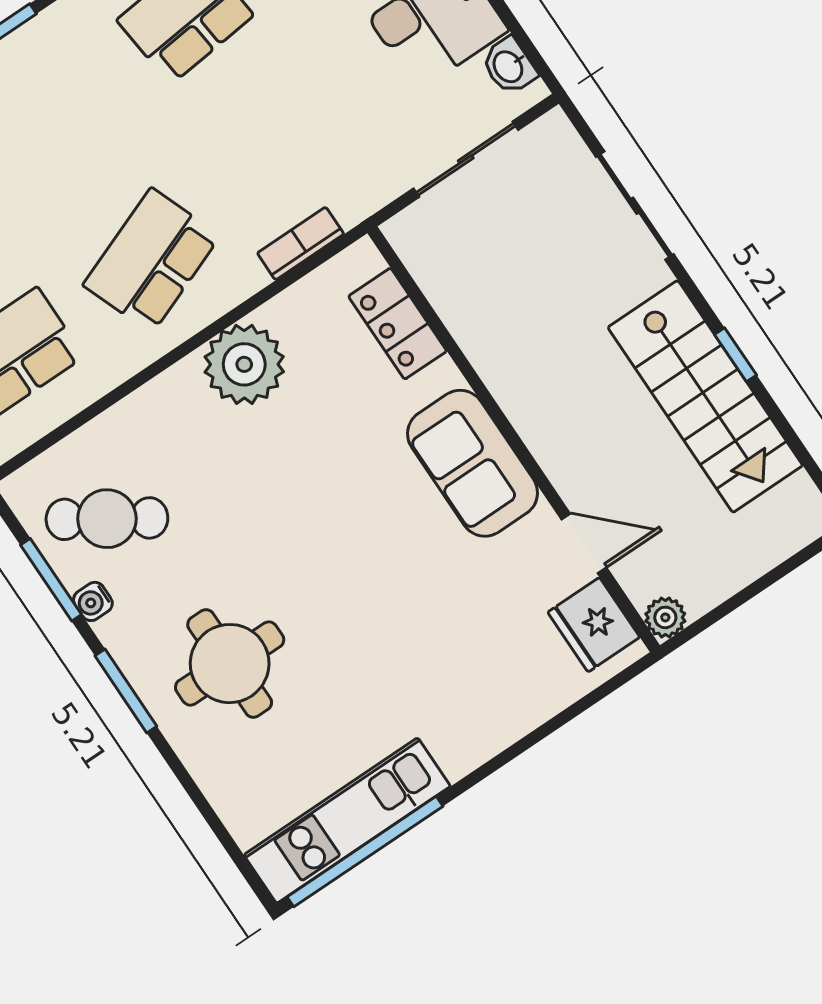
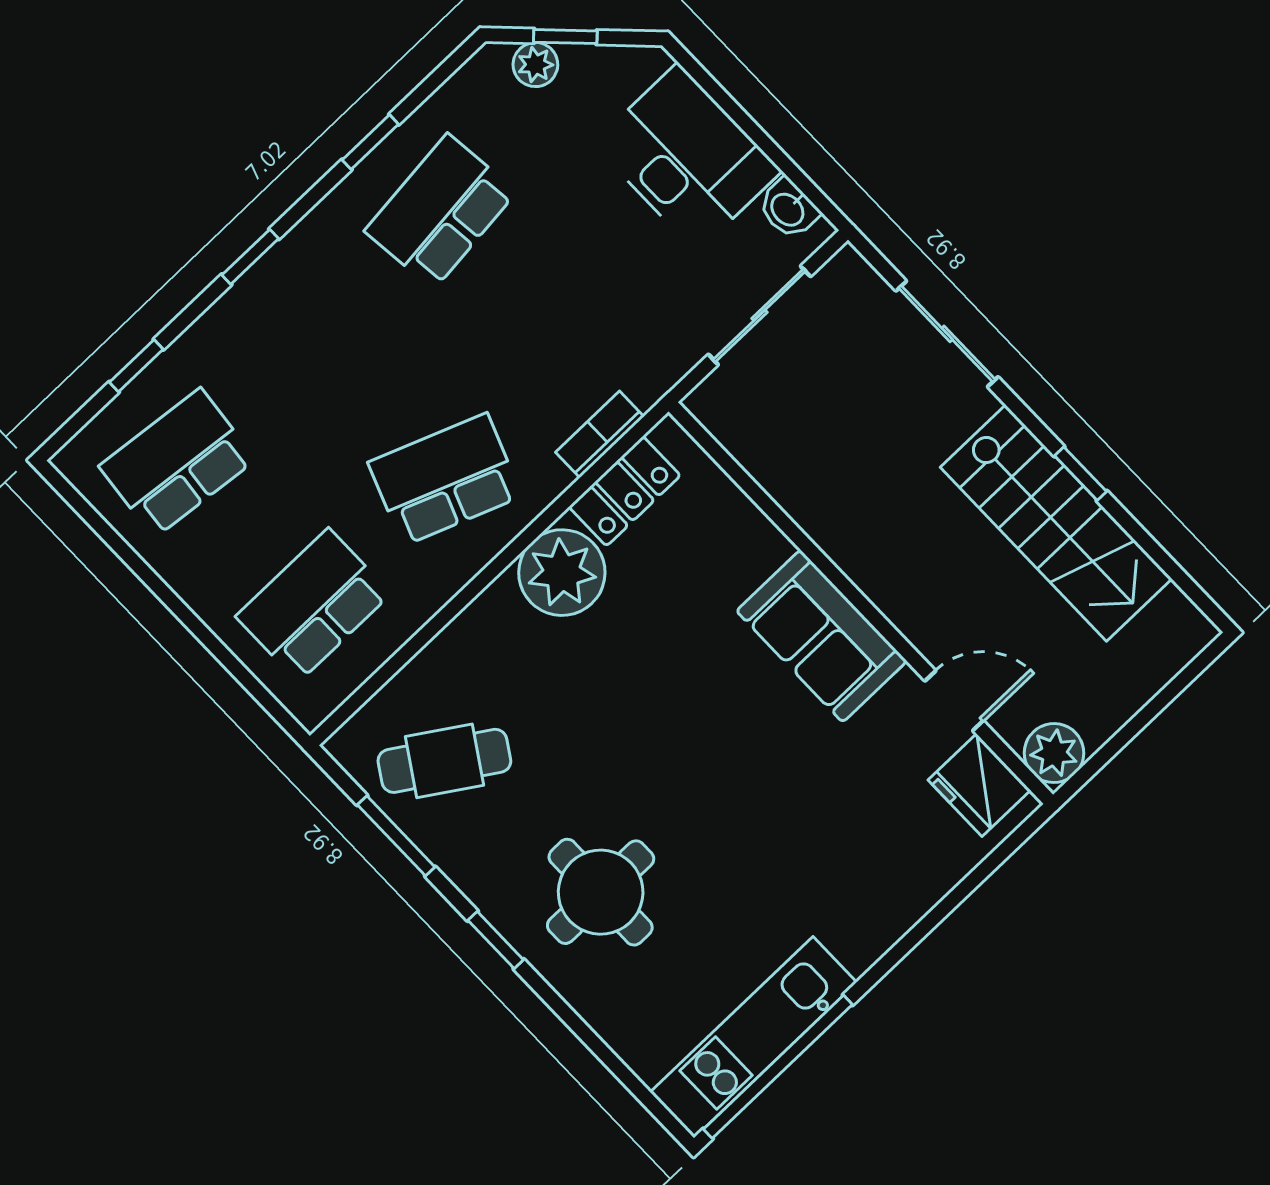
school desk: (152, 260) -> (445, 479), turned 42
locker: (398, 324) -> (625, 491), moved, turned -90
water cooler: (93, 601) -> (445, 851), removed
plant: (665, 617) -> (1054, 753), width x1.38, depth x1.38
window: (126, 691) -> (496, 940), width x0.67

